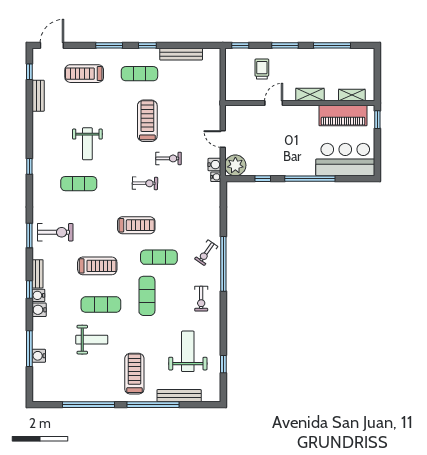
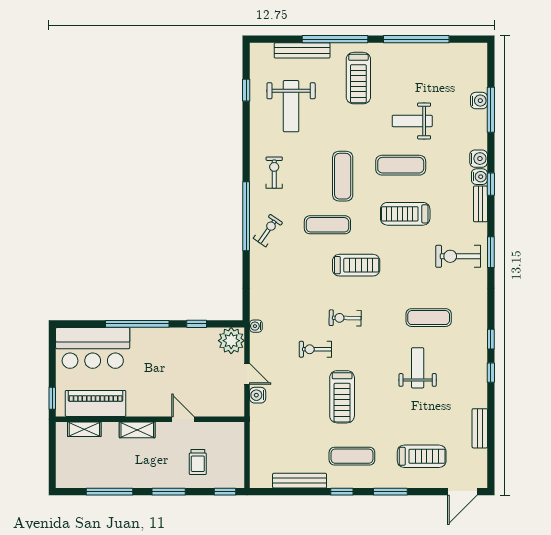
window: (29, 72) -> (491, 373), moved
door: (274, 103) -> (183, 419), swing flipped
water cooler: (214, 165) -> (258, 395), moved
treadmill: (136, 225) -> (356, 265), turned 180

